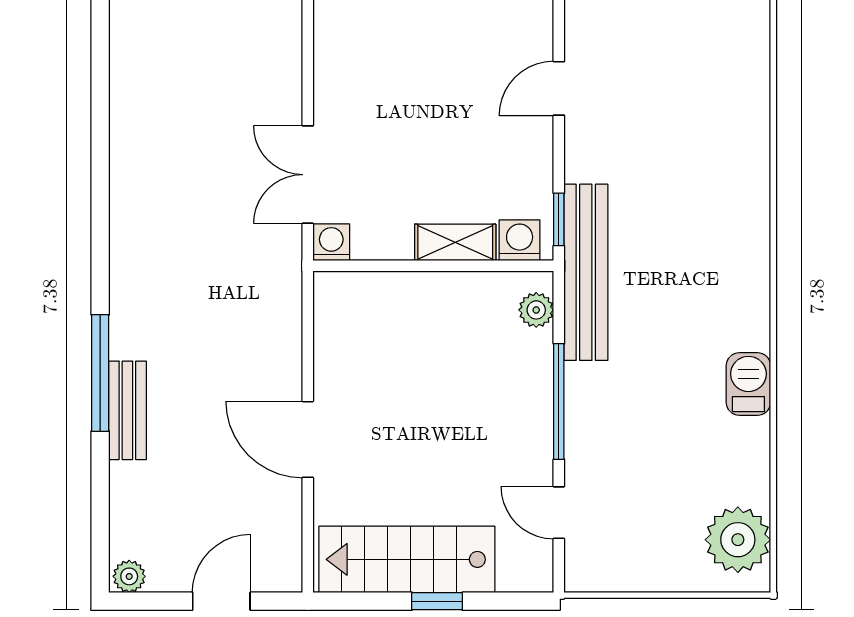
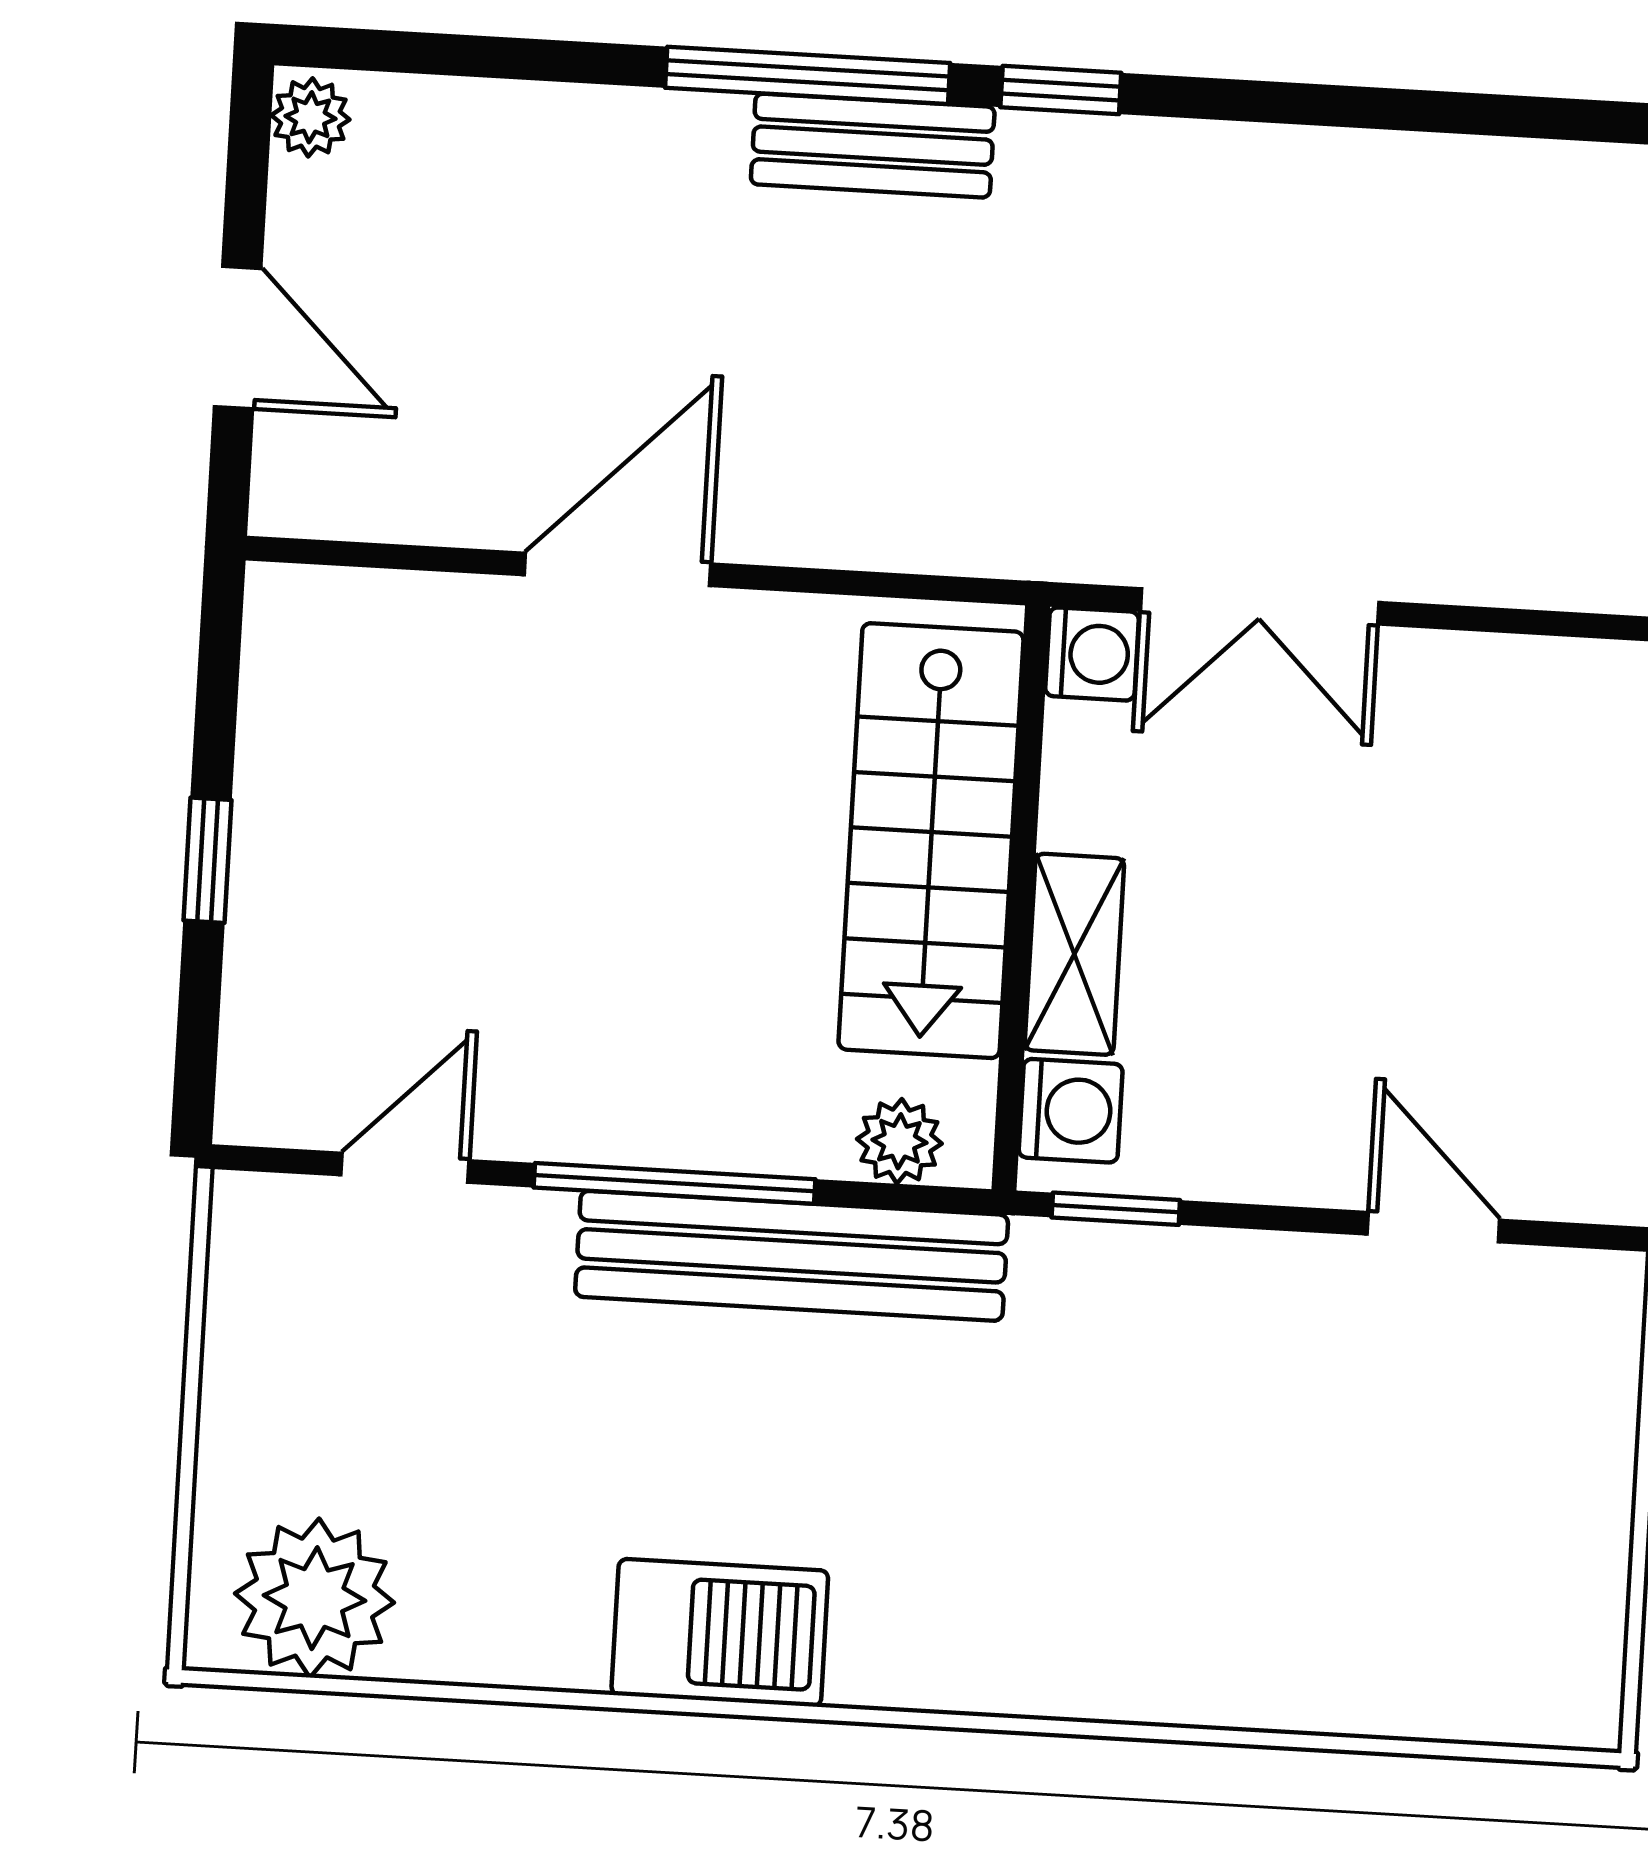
double door: (308, 175) -> (1260, 606), swing flipped
window: (100, 269) -> (1061, 90), added
bench: (586, 272) -> (792, 1256), moved
barbecue: (748, 384) -> (720, 1633), width x1.38, depth x1.27
bench: (127, 410) -> (873, 146), moved
stairs: (407, 559) -> (931, 841), moved, turned 180

